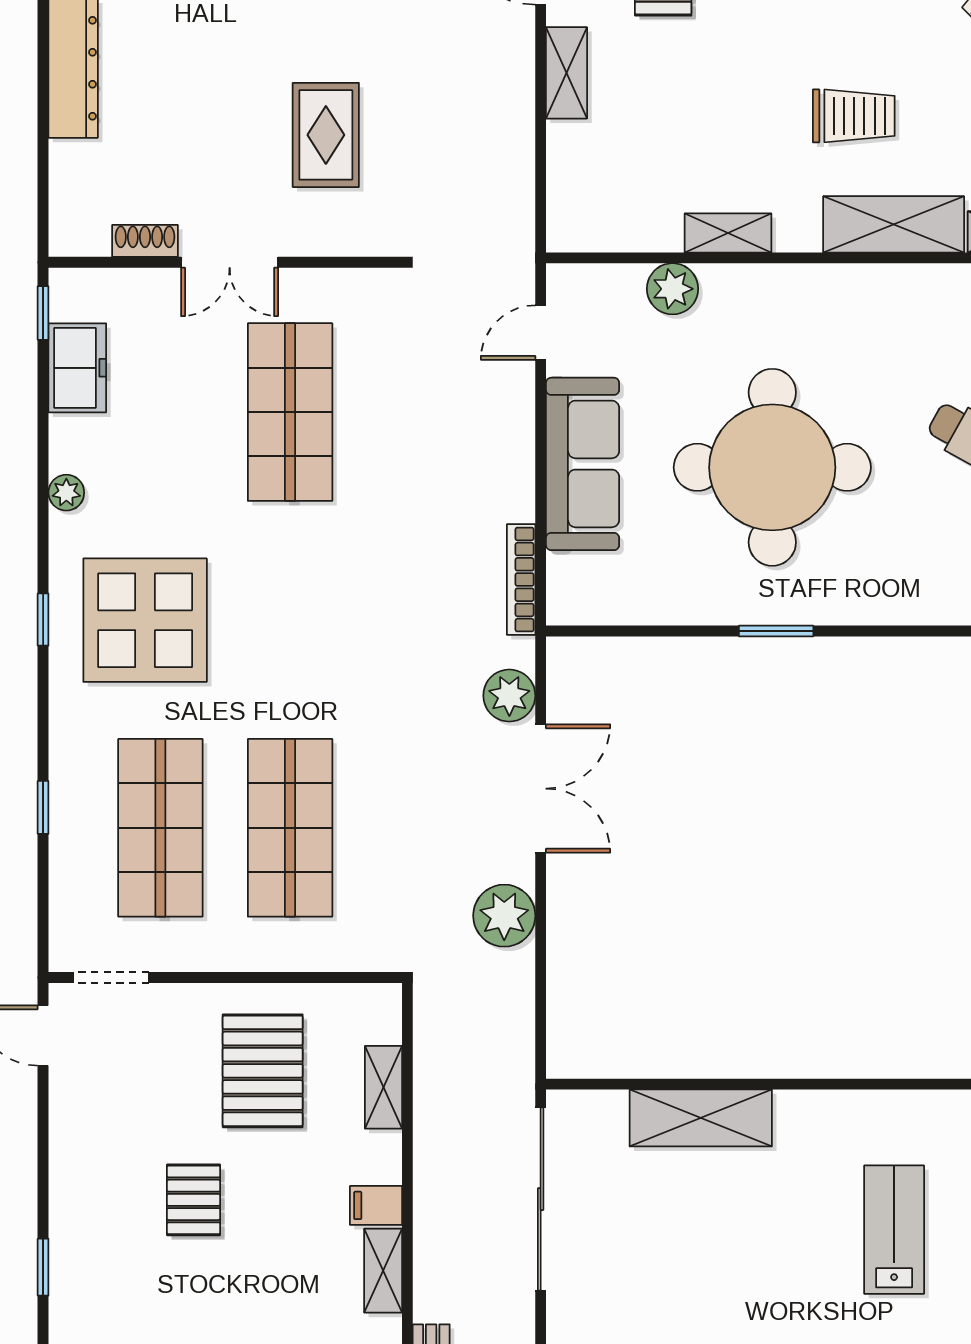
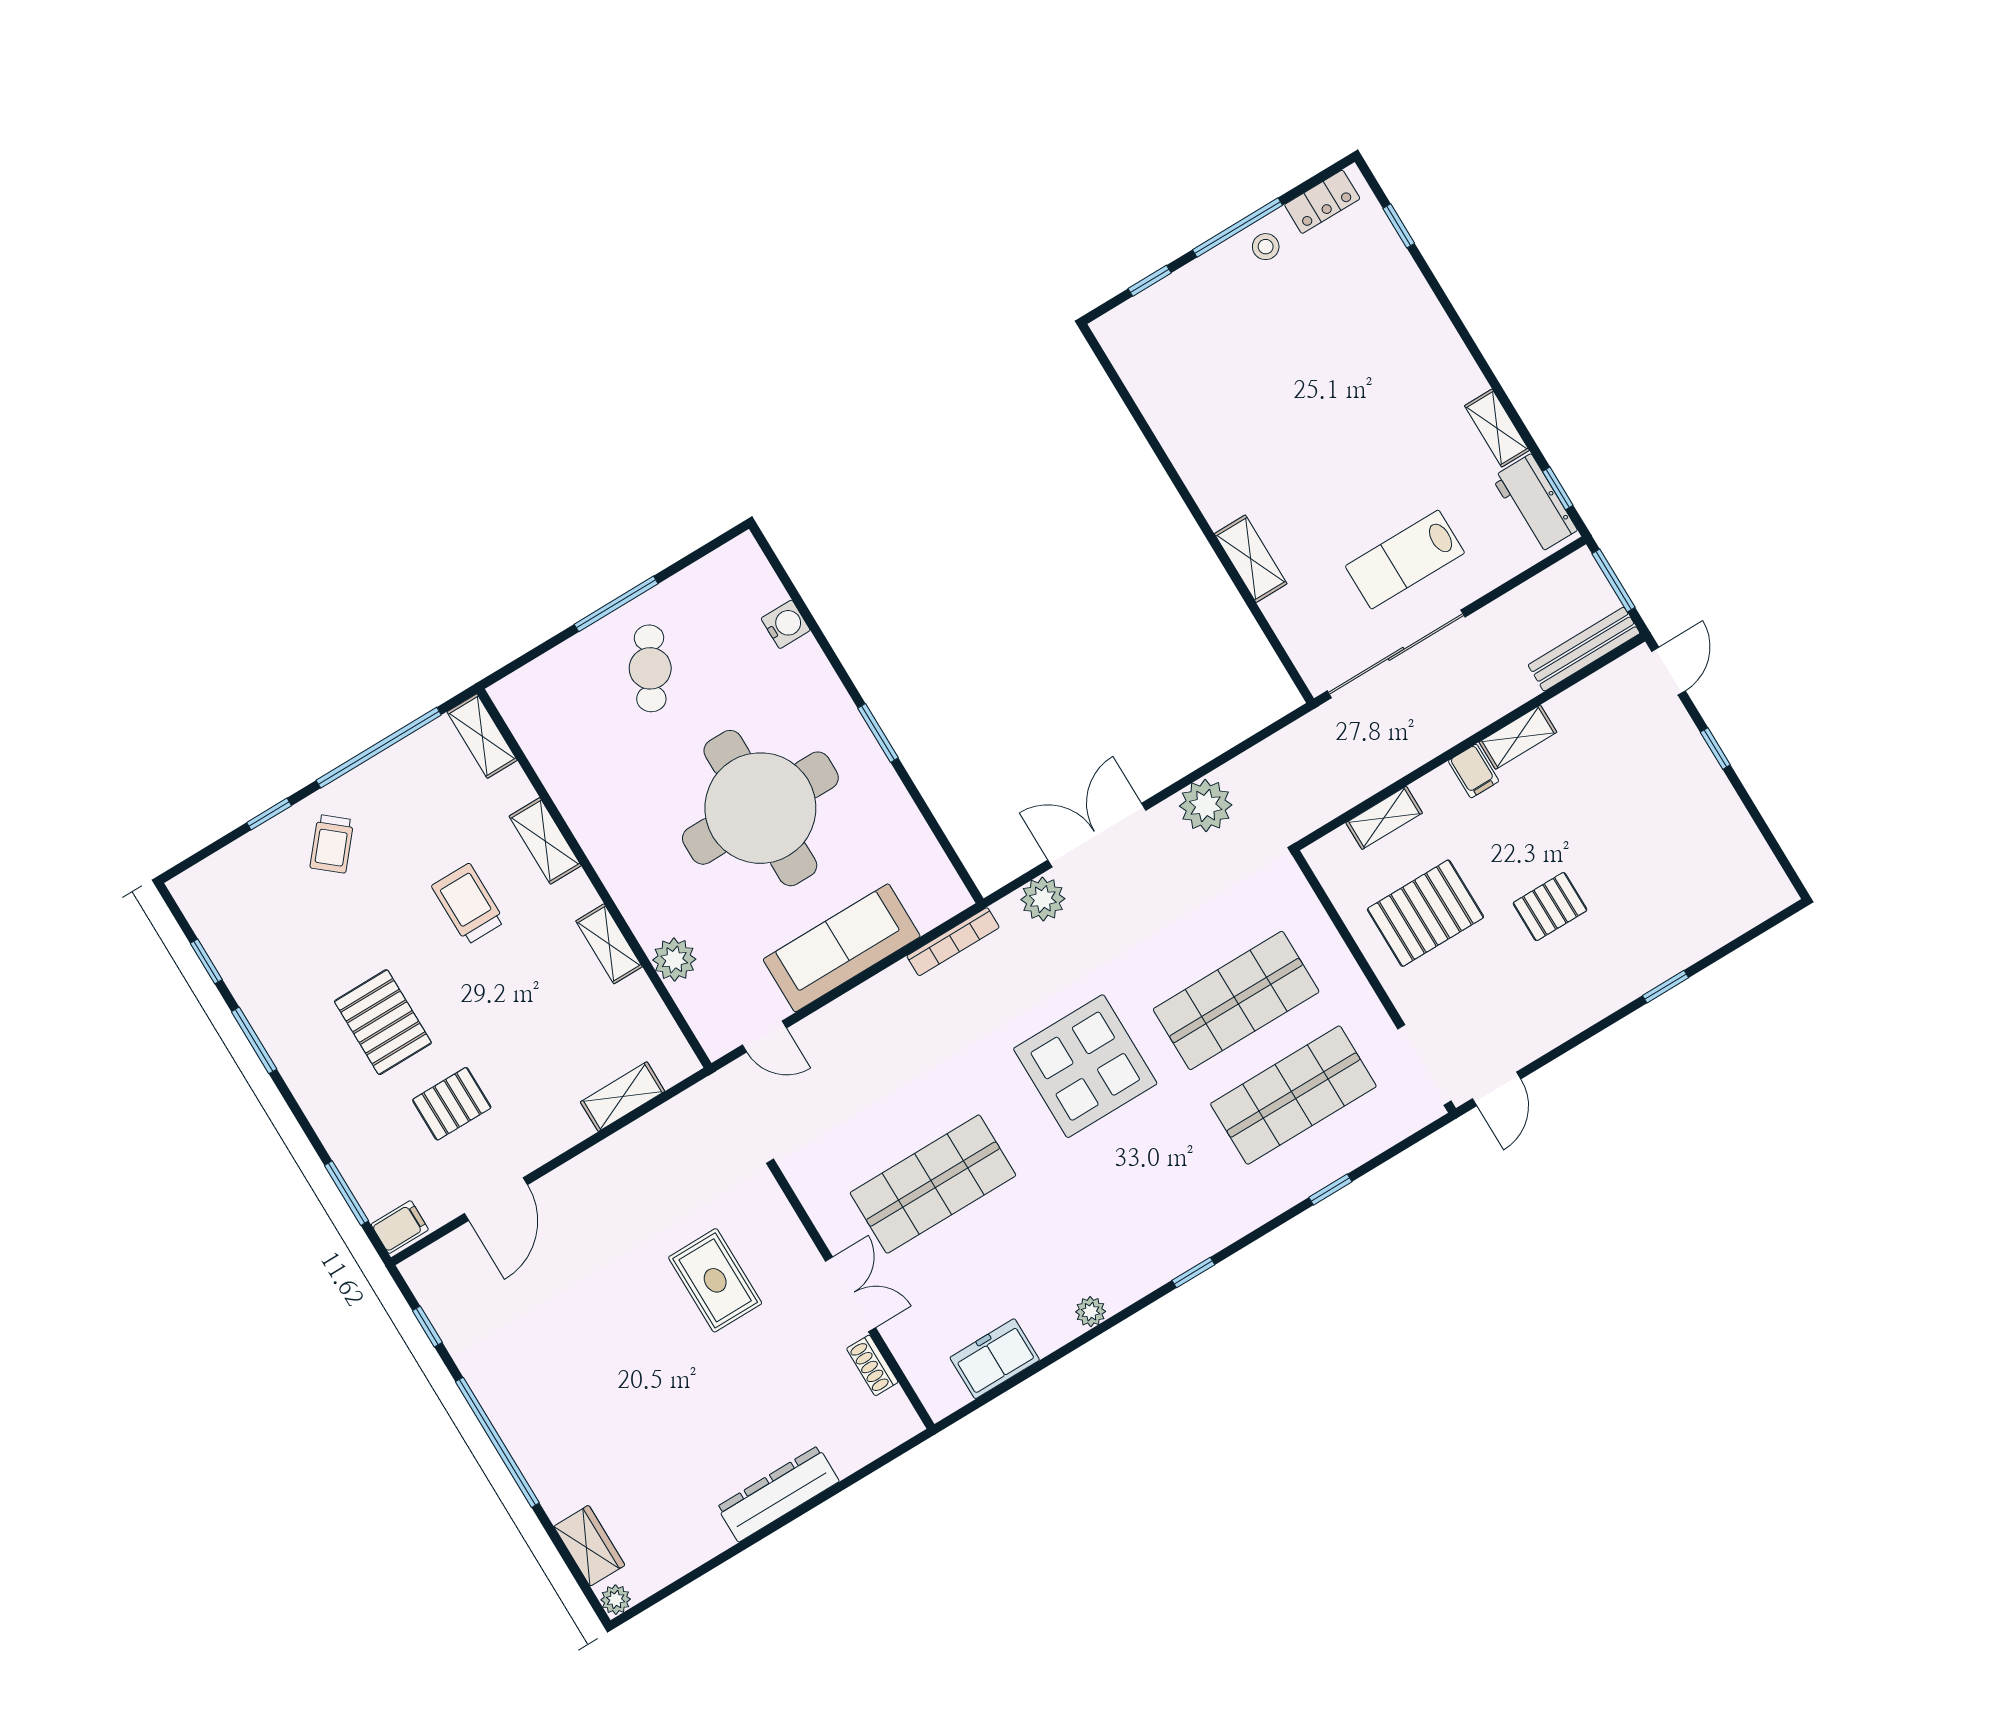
shelving: (567, 73) -> (623, 1097), moved
rug: (326, 135) -> (715, 1280), turned 90
shelving: (894, 224) -> (545, 841), width x0.67, depth x0.75
window: (43, 313) -> (970, 1408), removed
water cooler: (941, 604) -> (786, 624), added
display table: (145, 620) -> (1085, 1066), moved
doorway: (111, 978) -> (1424, 1065), width x1.38
shelving: (701, 1118) -> (1251, 559), width x0.67, depth x0.75
lab bench: (894, 1230) -> (1405, 560), moved

